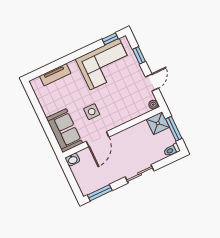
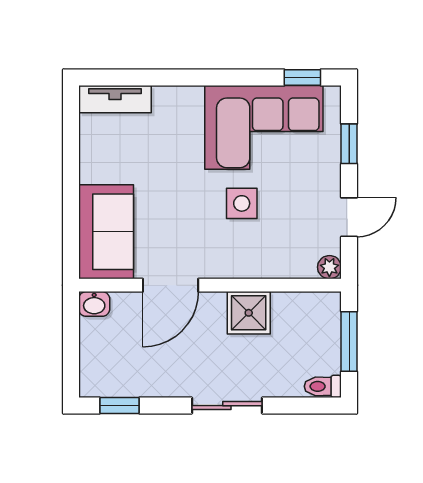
tv unit: (55, 75) -> (115, 99), moved
side table: (92, 112) -> (242, 203), moved
shower: (158, 123) -> (249, 313), moved
window: (100, 193) -> (120, 406), width x0.67

